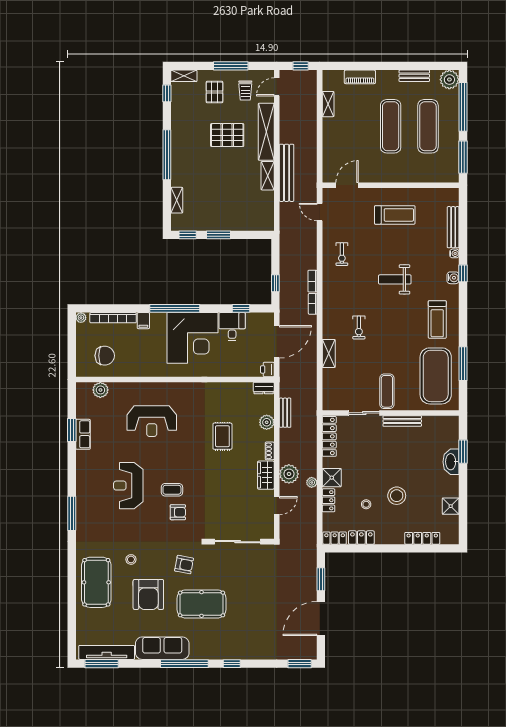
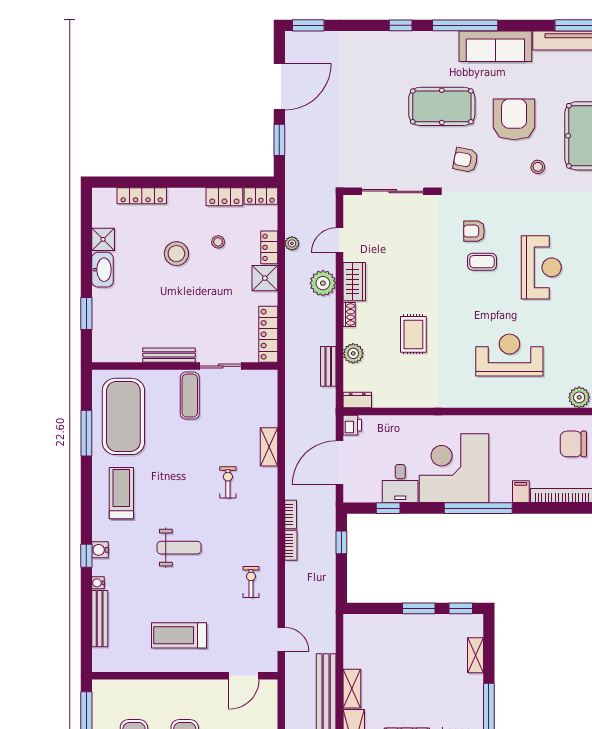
washbasin: (451, 462) -> (103, 270), moved
plant: (312, 482) -> (292, 243), moved

